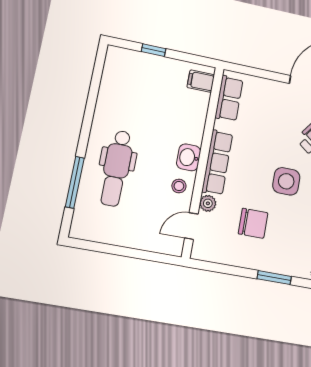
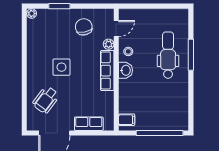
window: (154, 50) -> (160, 133), width x3.17
row of seats: (229, 98) -> (89, 124), moved, turned 90
window: (75, 182) -> (191, 55), moved
chair: (253, 223) -> (84, 27), moved, turned 78

